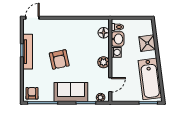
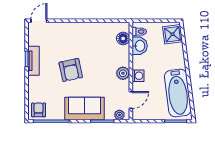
shower: (147, 43) -> (173, 34), moved
tv unit: (28, 52) -> (34, 61), width x0.71
washing machine: (116, 52) -> (138, 76), moved

